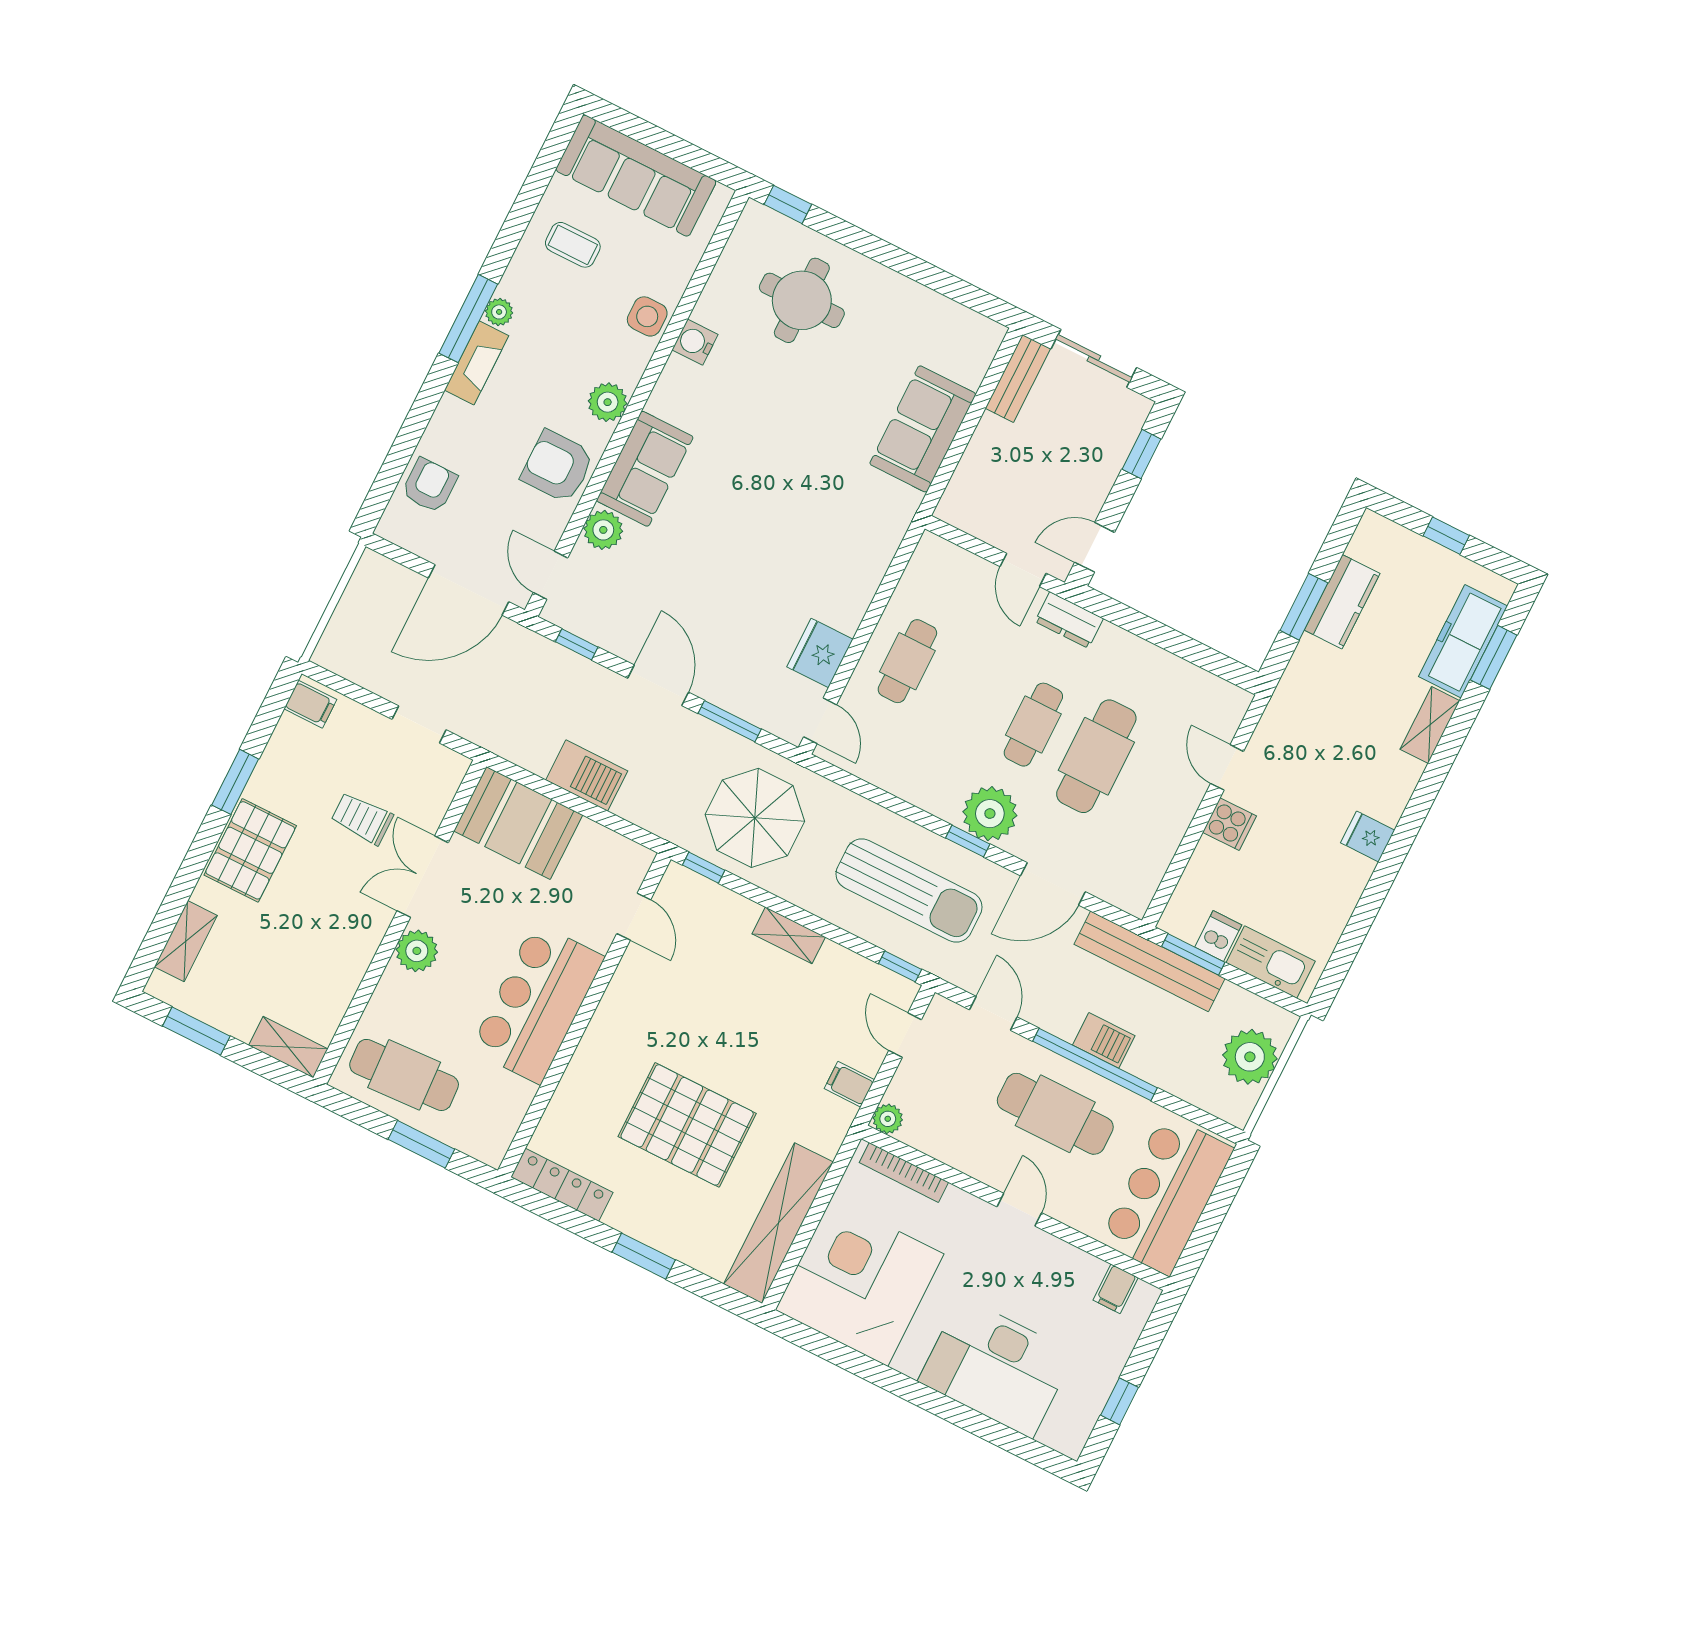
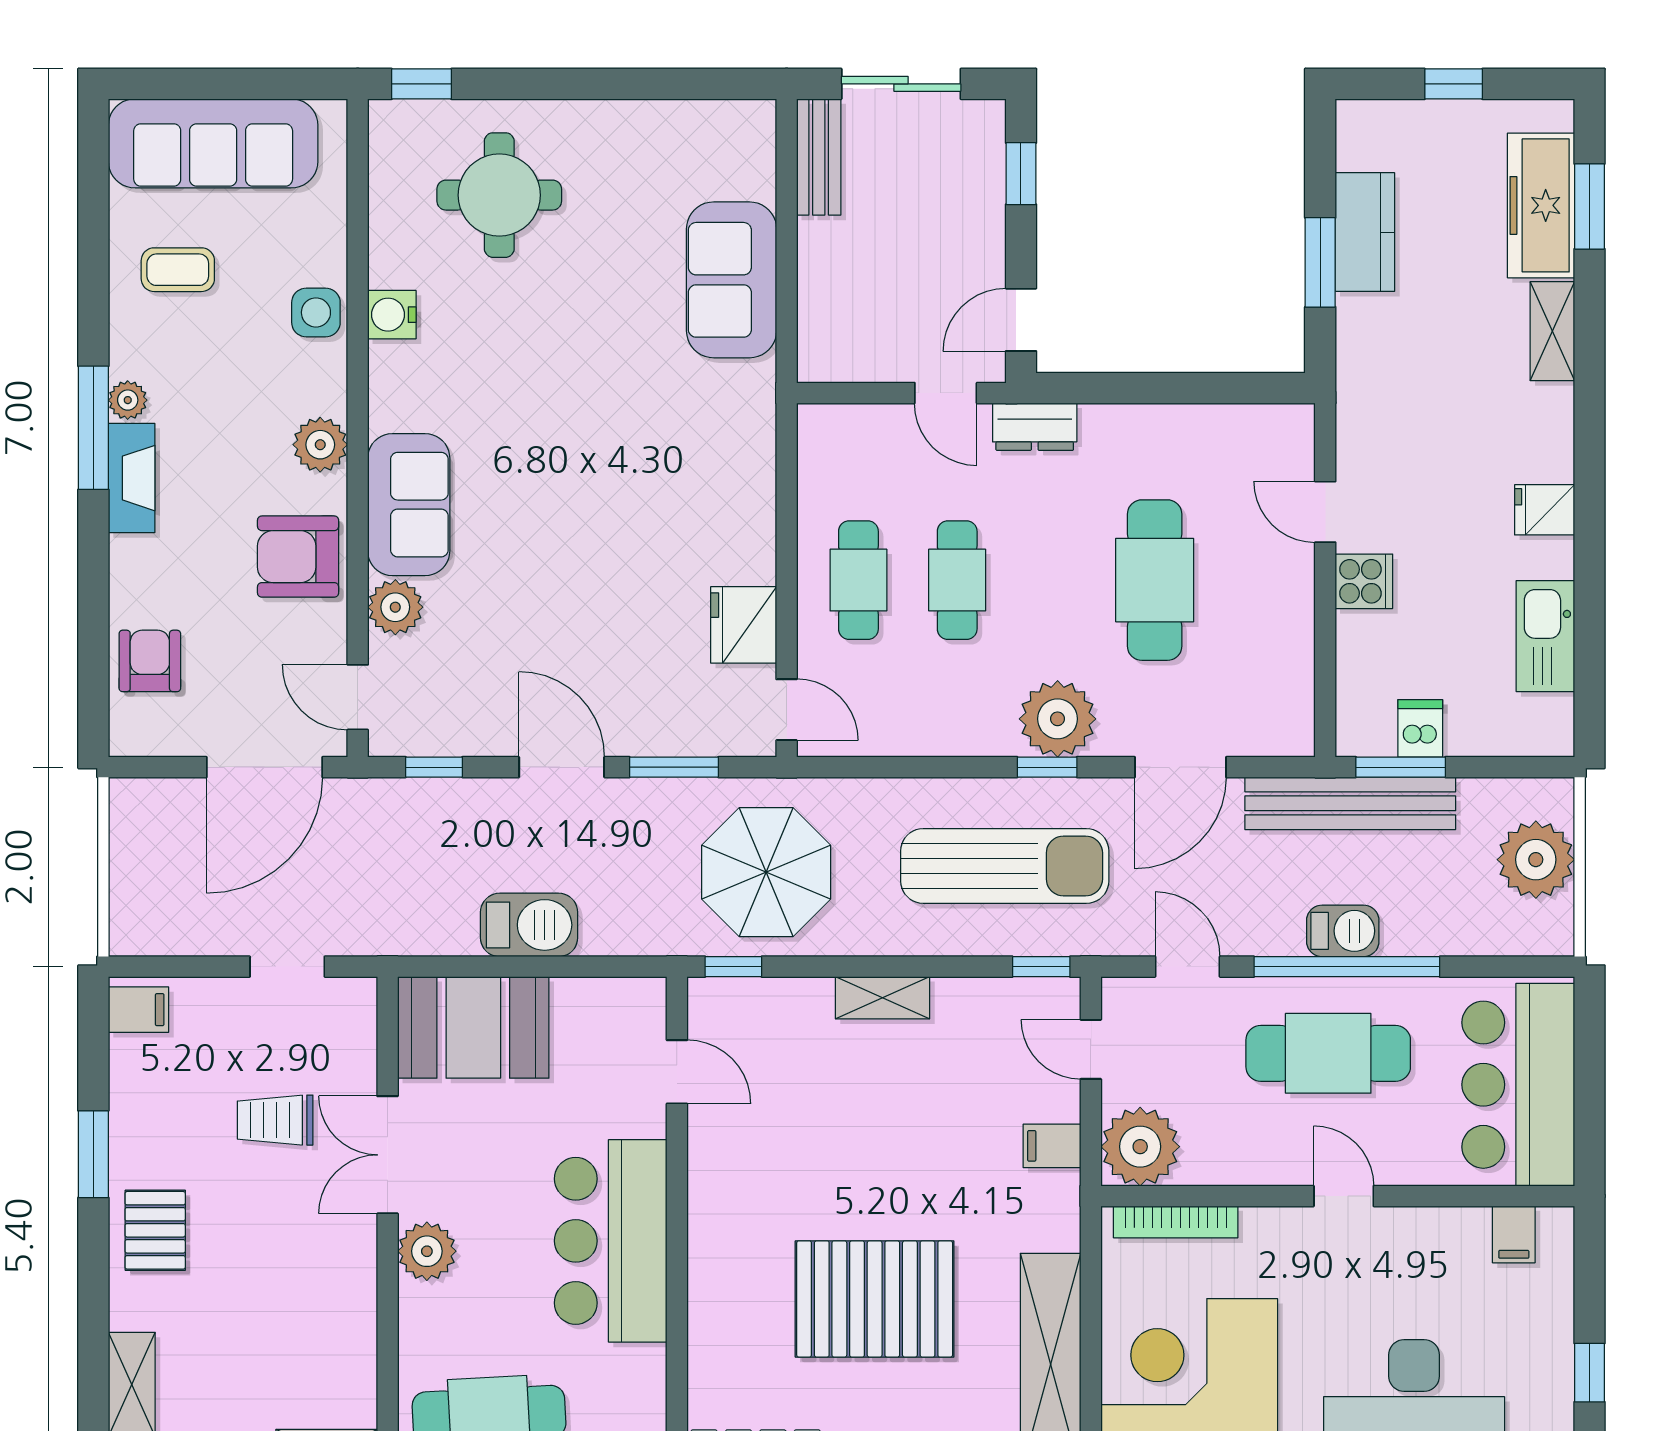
cafe table: (1033, 725) -> (957, 580), moved
pallet: (250, 850) -> (155, 1230), width x0.67, depth x0.71
kitchen sink: (1271, 962) -> (1545, 636), moved, turned -90
plant: (888, 1119) -> (1140, 1147), width x1.88, depth x1.88

